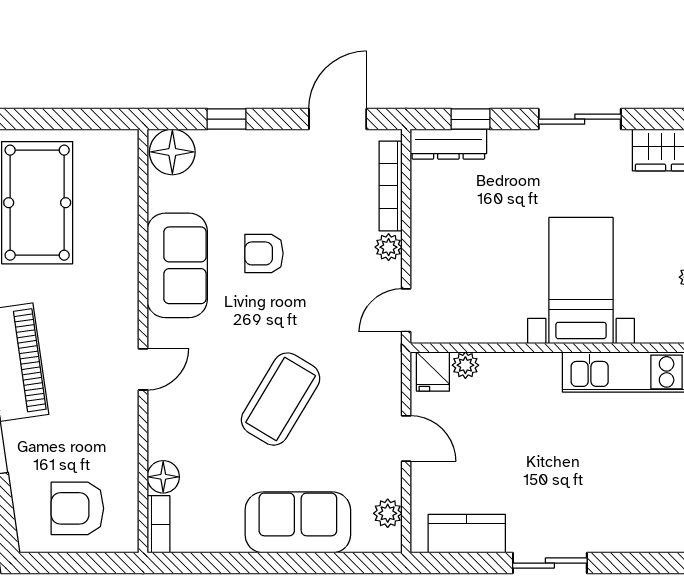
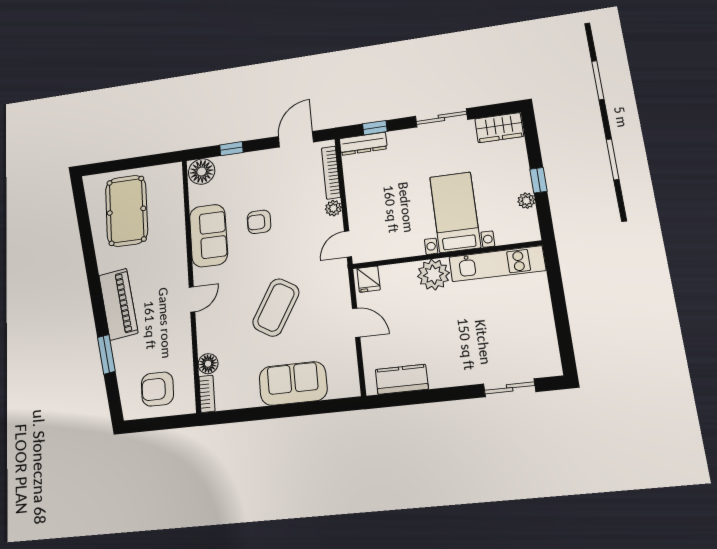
plant: (465, 365) -> (433, 275), moved, width x1.88, depth x1.88
plant: (388, 513) -> (349, 372), removed
sliding door: (550, 563) -> (510, 388), moved

